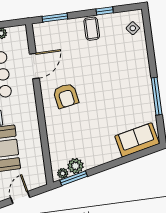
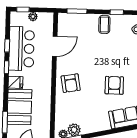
armchair: (66, 96) -> (71, 83), moved
armchair: (116, 102) -> (114, 85), added

